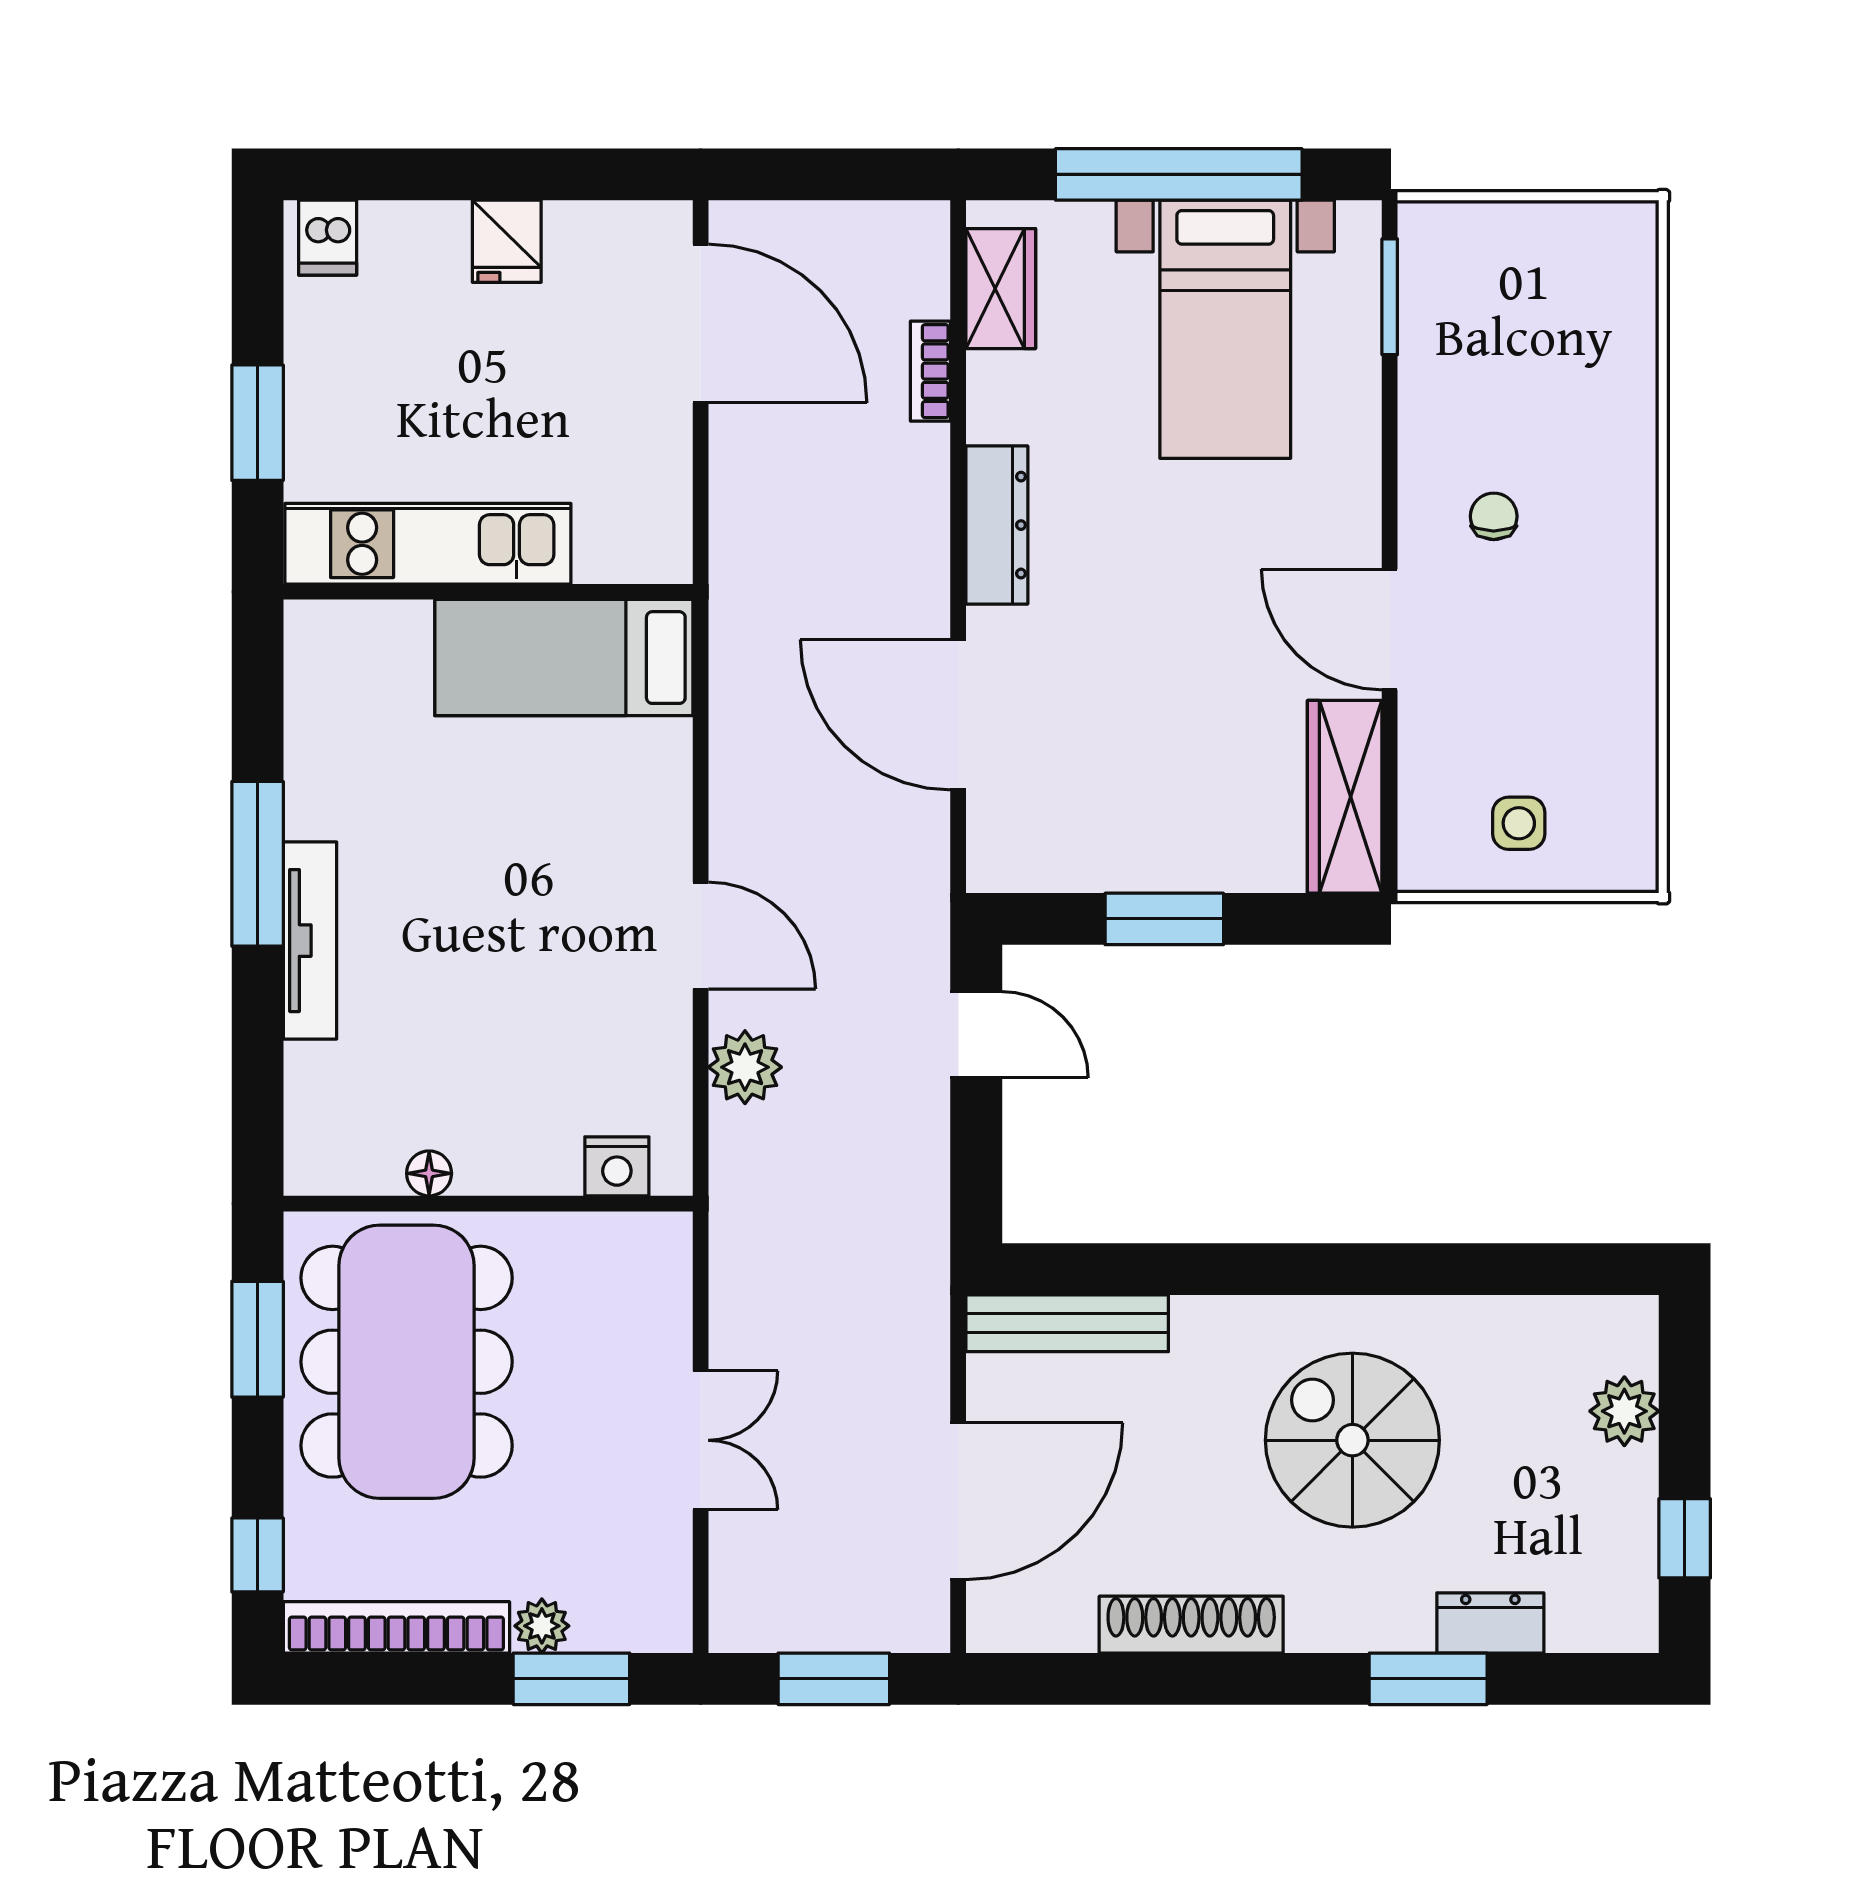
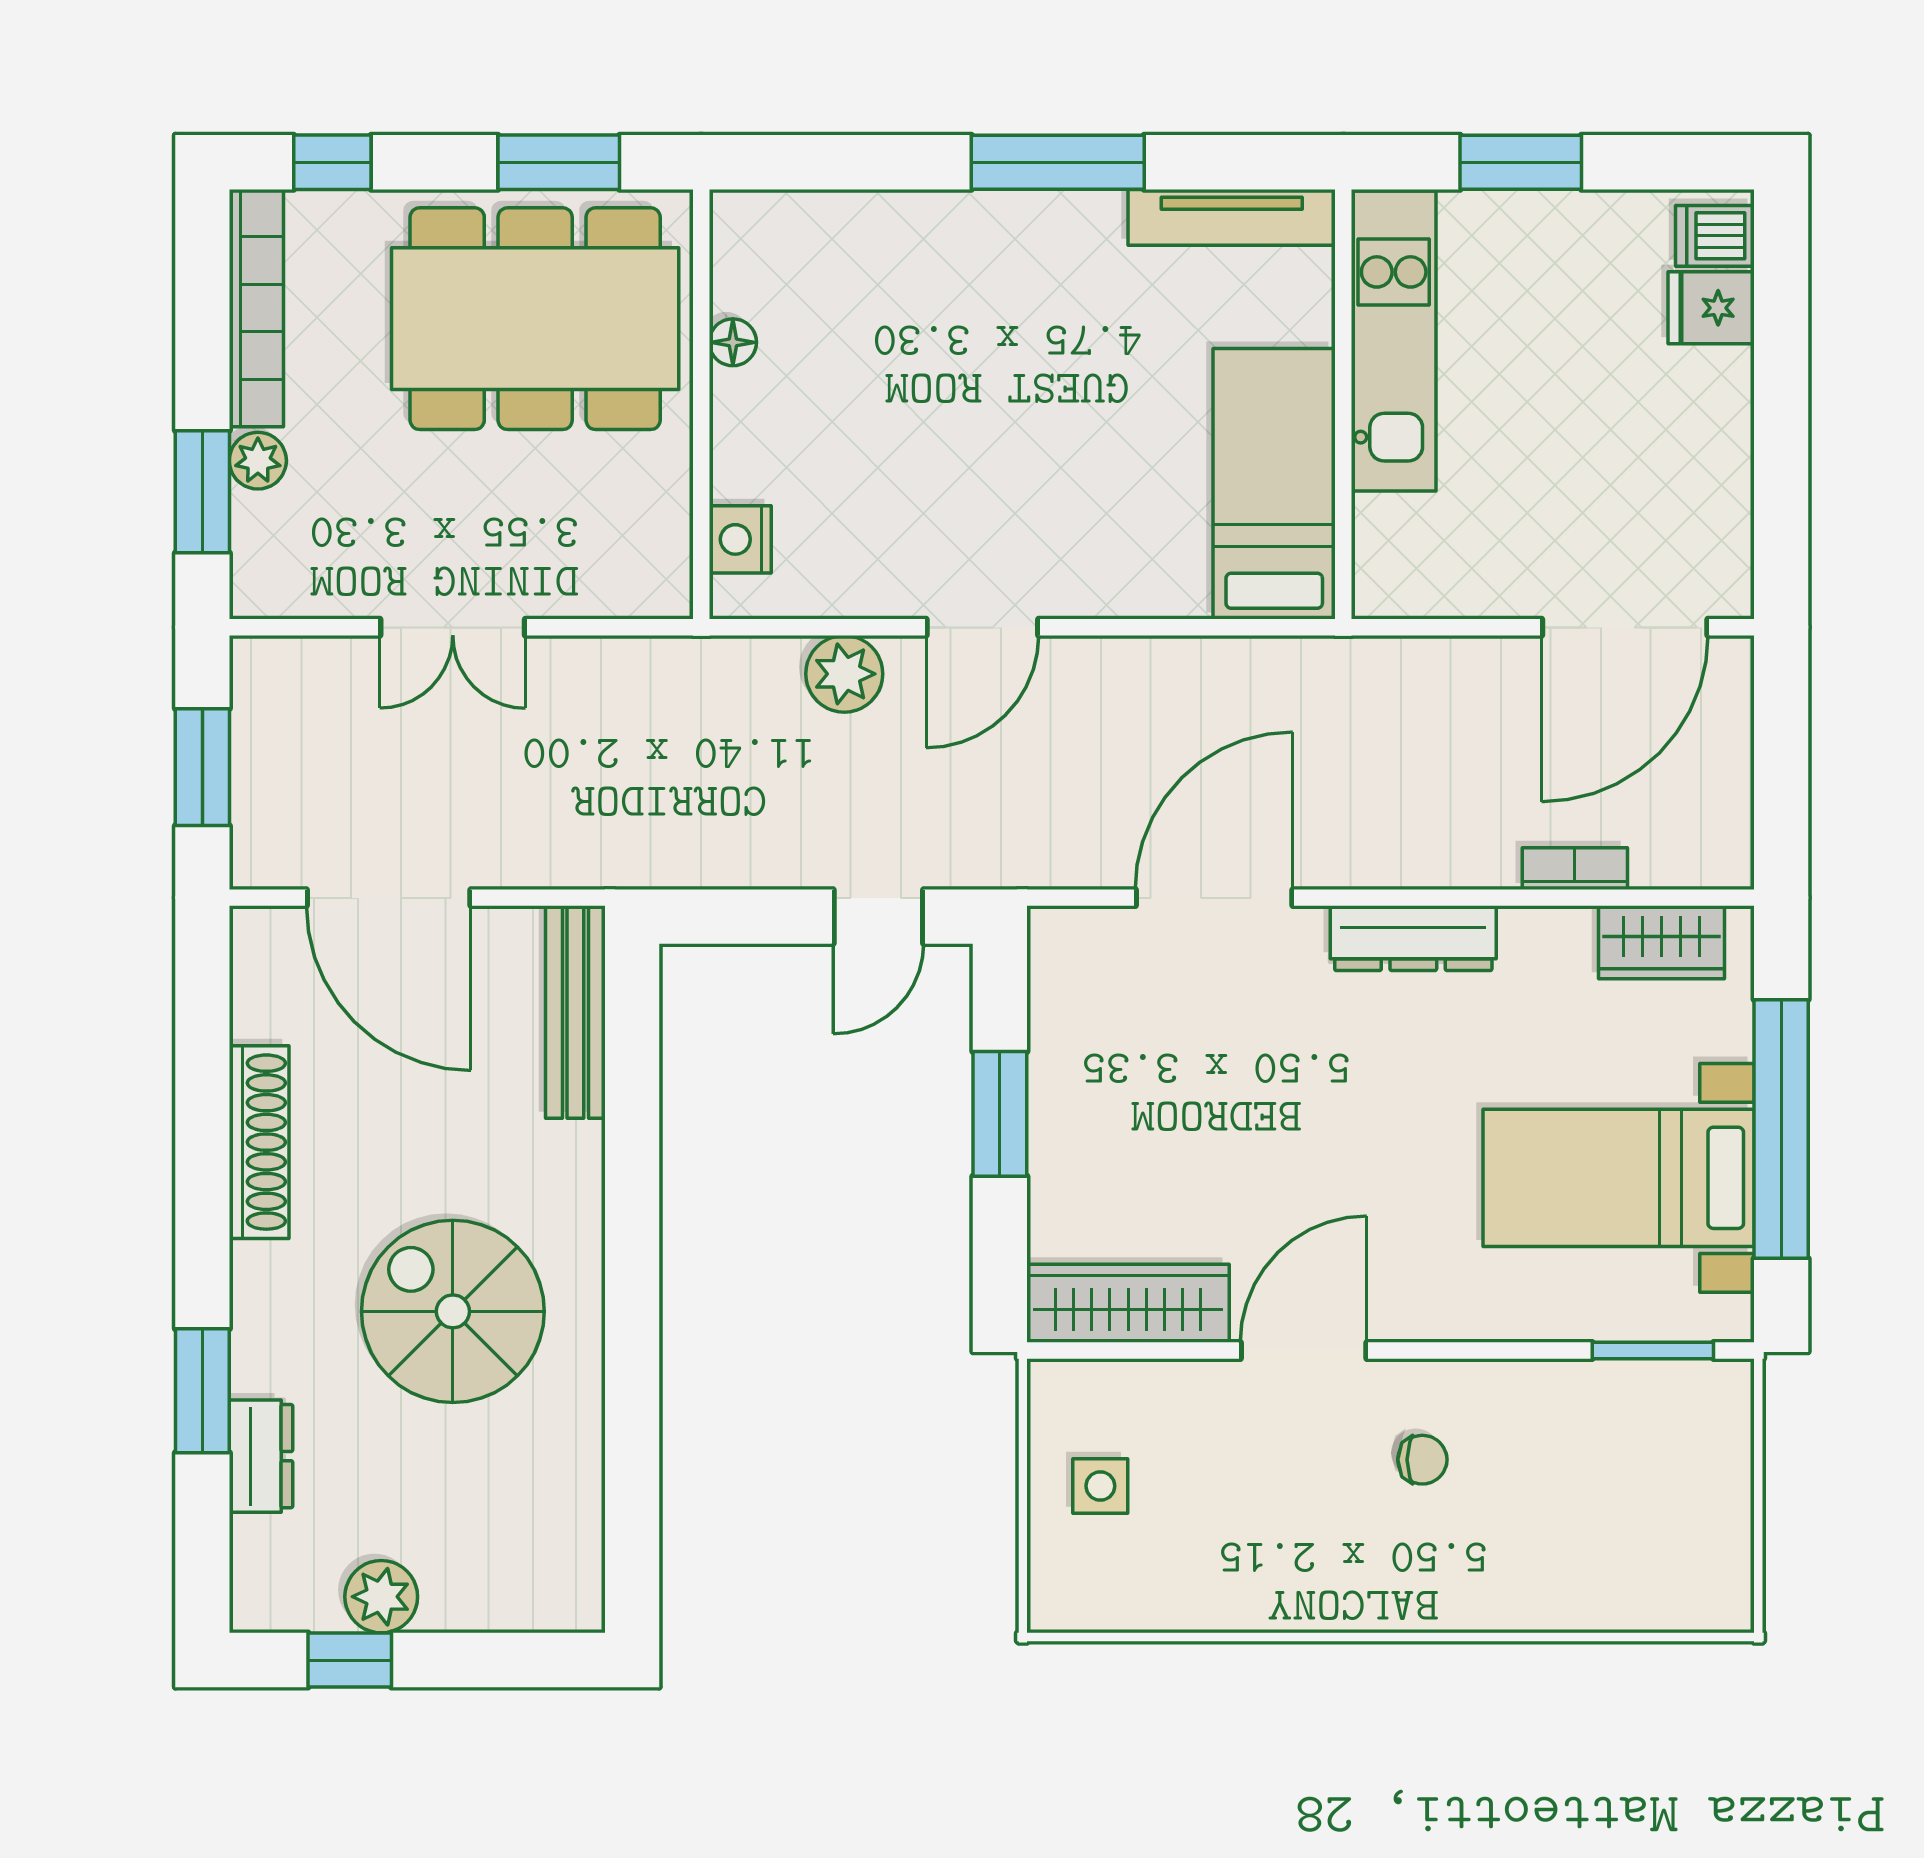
fridge: (507, 241) -> (1711, 308), moved
tv unit: (310, 941) -> (1232, 217), moved
plant: (1624, 1411) -> (381, 1597), moved
spiral stairs: (1352, 1440) -> (453, 1311), turned -90

